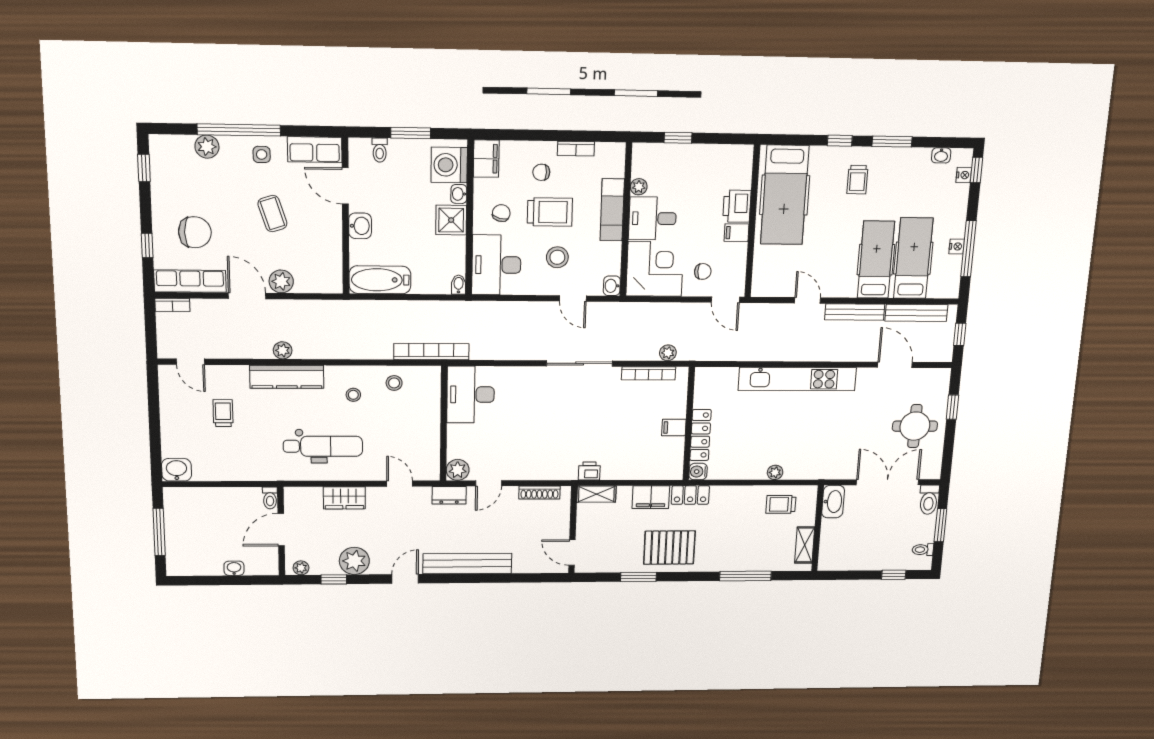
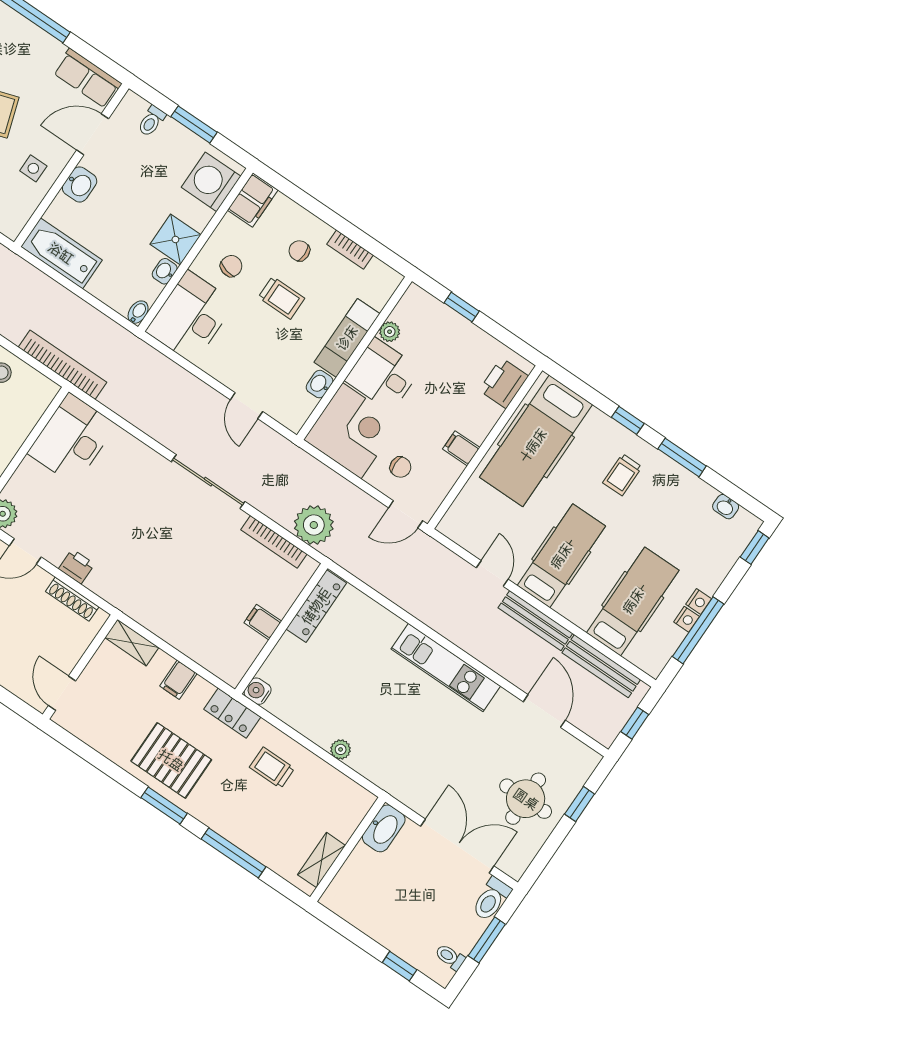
side table: (262, 154) -> (33, 168), moved
nightstand: (964, 175) -> (699, 602), moved
door: (345, 186) -> (93, 134), hinge flipped
washbasin: (459, 194) -> (165, 271), moved
printer: (737, 206) -> (504, 383), moved
trolley: (550, 212) -> (281, 298), width x0.73, depth x0.72
stool: (557, 257) -> (259, 351), removed
hospital bed: (876, 260) -> (561, 556), moved
washbasin: (612, 286) -> (320, 384), moved
door: (725, 300) -> (406, 514), hinge flipped
plant: (668, 353) -> (314, 525), width x1.87, depth x1.87
kitchen unit: (797, 379) -> (446, 667), width x0.73
locker: (700, 435) -> (316, 606), moved
printer: (589, 471) -> (76, 566), moved
filing cabinet: (651, 497) -> (178, 680), width x0.50
trolley: (781, 504) -> (272, 768), moved
window: (639, 577) -> (164, 806), moved

